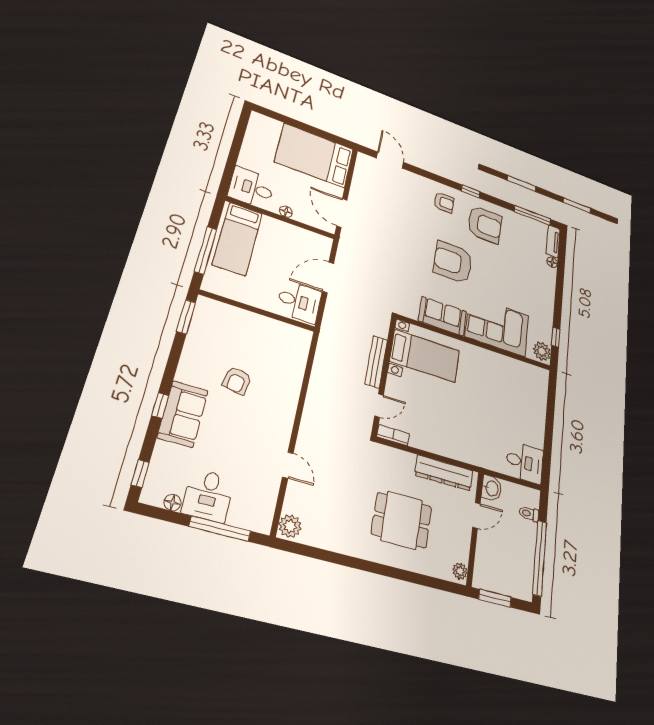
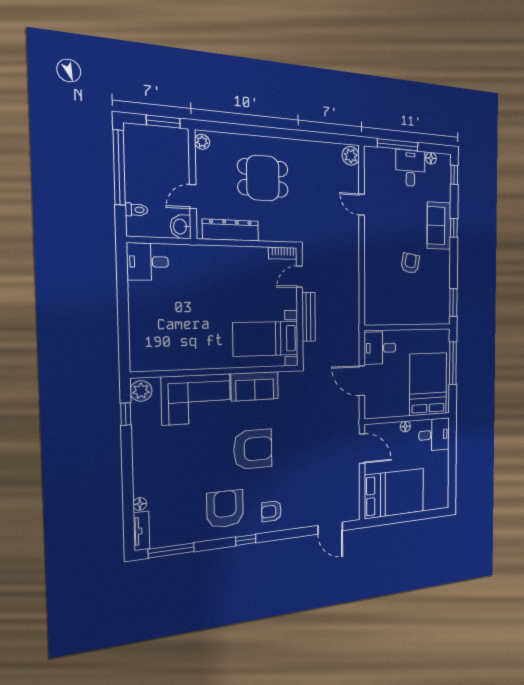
armchair: (485, 225) -> (225, 509), turned 90
bed: (238, 239) -> (428, 384), width x1.50
door: (328, 277) -> (362, 381), swing flipped

